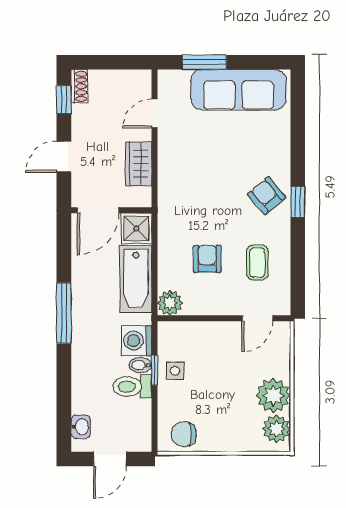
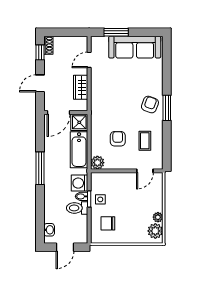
armchair: (267, 196) -> (150, 105), turned 60
window: (298, 202) -> (167, 108), width x1.50
plant: (273, 395) -> (158, 217), width x0.53, depth x0.53
chair: (184, 434) -> (108, 223), moved

